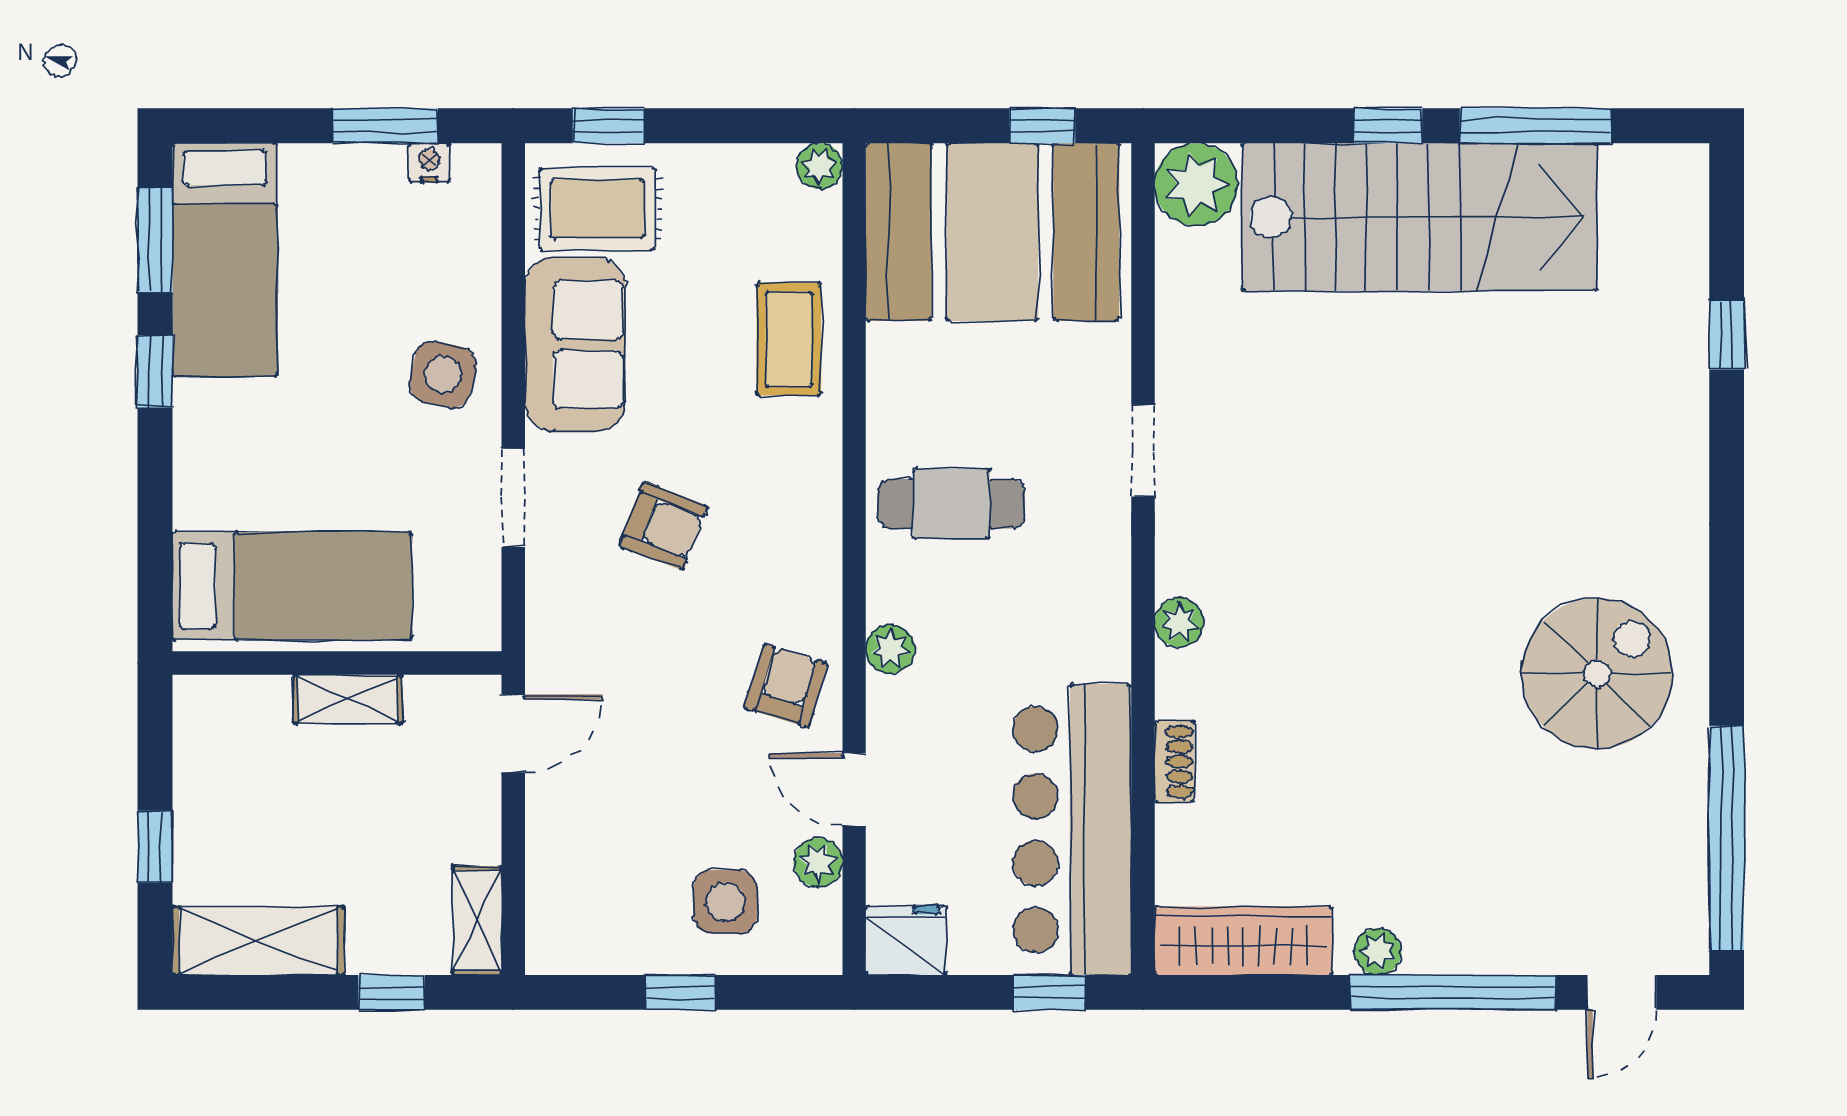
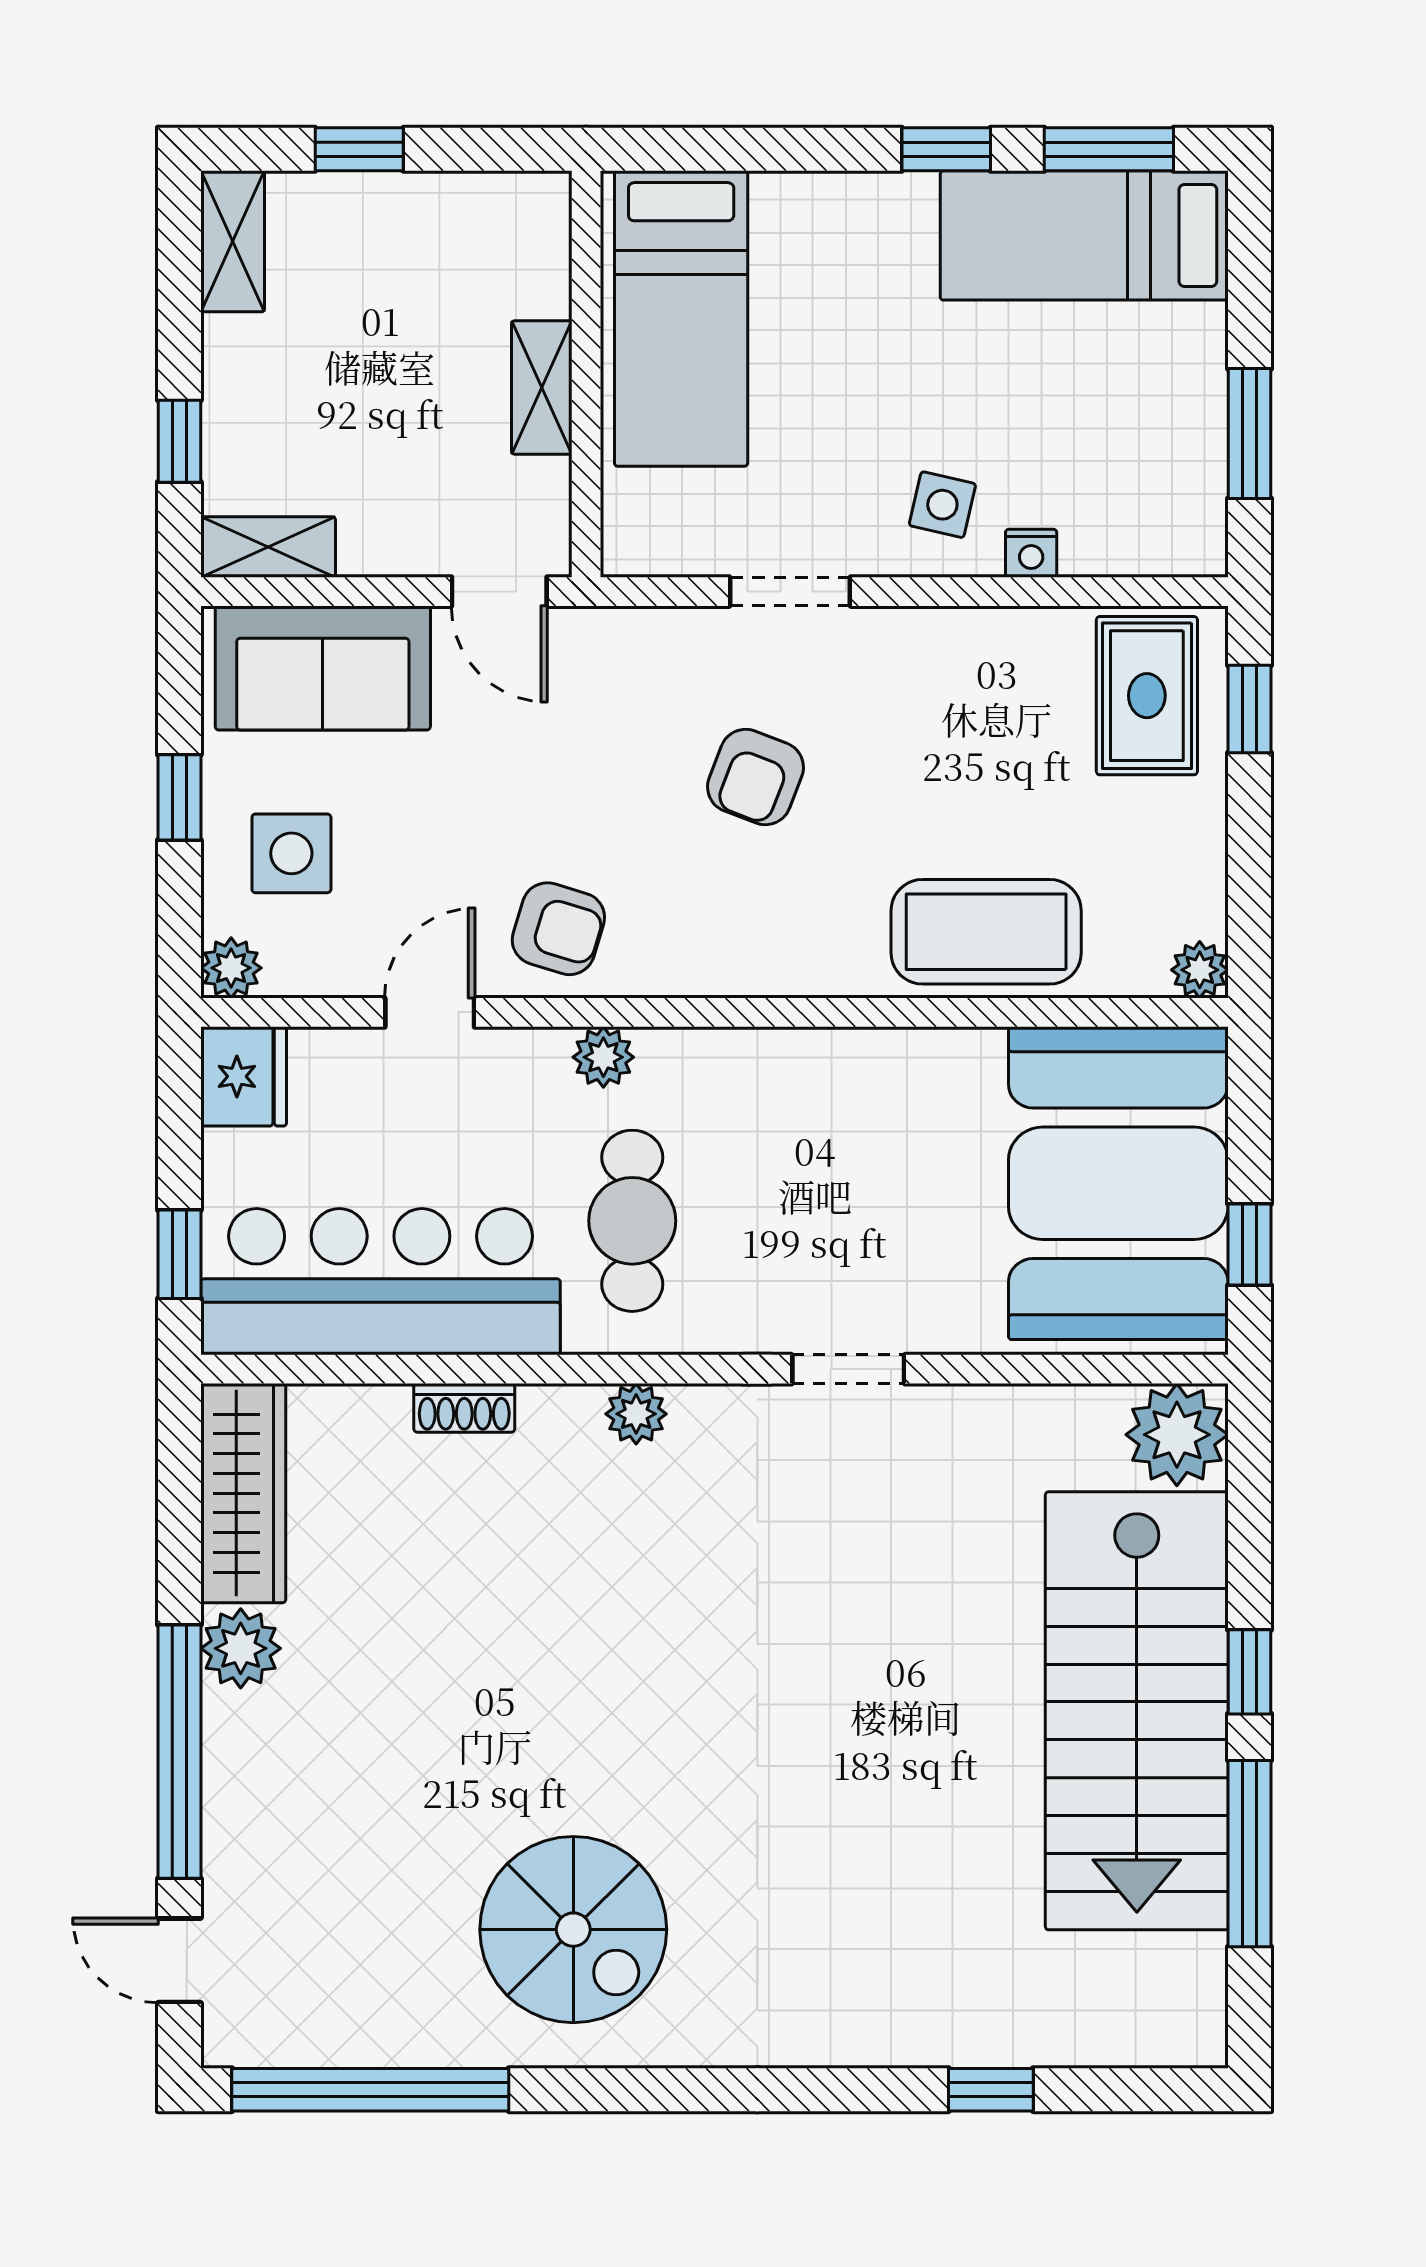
nightstand: (429, 163) -> (1031, 553), moved, turned 90
coffee table: (789, 339) -> (986, 932), width x1.36, depth x1.32
sofa: (575, 345) -> (323, 668), moved
side table: (443, 374) -> (942, 505), width x0.73, depth x0.73
cafe table: (951, 504) -> (632, 1221), moved
plant: (818, 863) -> (231, 968), moved
shelving: (258, 941) -> (233, 241), width x0.67, depth x0.75
plant: (1378, 952) -> (241, 1648), width x1.38, depth x1.38

